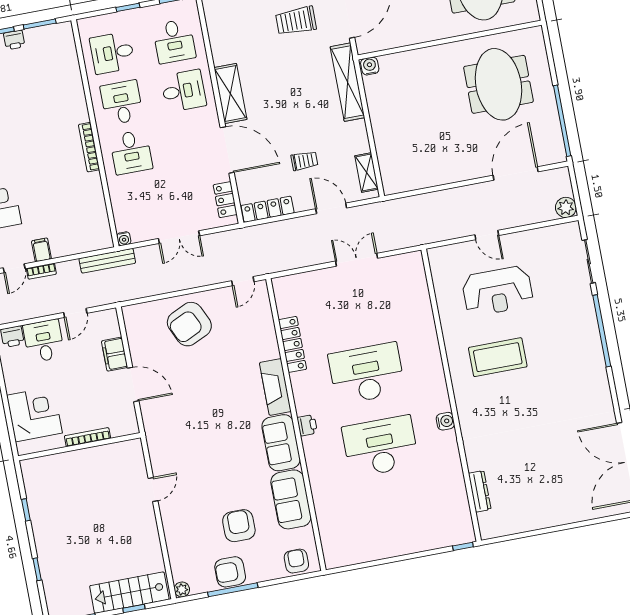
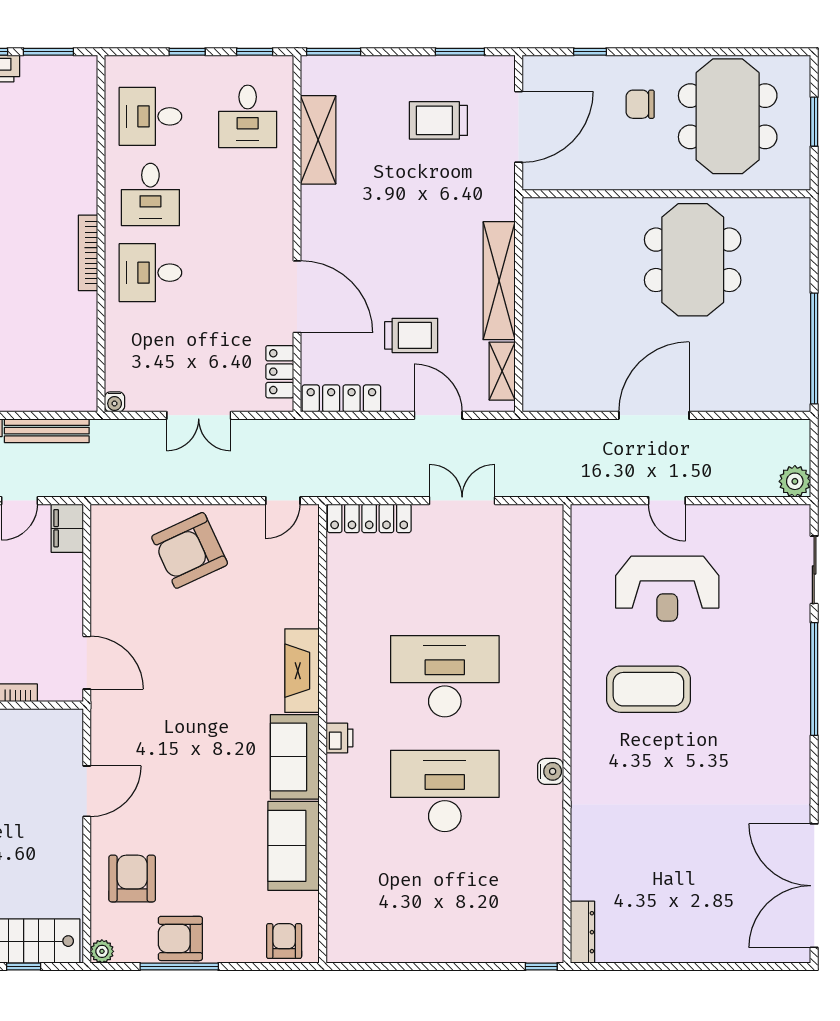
water cooler: (370, 66) -> (538, 210), removed
shelving: (347, 82) -> (499, 281), moved
meeting table: (498, 84) -> (693, 260), moved
desk: (184, 91) -> (248, 195), removed
shelving: (230, 94) -> (318, 140), moved
desk: (122, 103) -> (150, 195), turned 180
desk: (131, 152) -> (150, 273), turned 90
trolley: (304, 161) -> (411, 335), width x1.36, depth x1.39
door: (516, 174) -> (654, 415), moved
bench: (107, 261) -> (47, 431), moved
locker: (292, 344) -> (369, 518), moved, turned 90
filing cabinet: (115, 354) -> (67, 528), moved
door: (133, 384) -> (87, 663), moved
door: (153, 490) -> (87, 791), width x1.38
dresser: (480, 491) -> (582, 932), moved
armchair: (239, 526) -> (132, 879), moved

